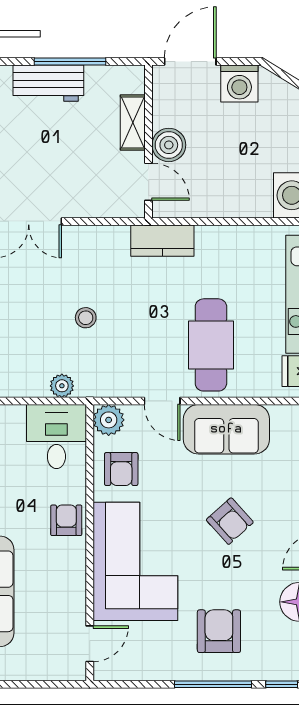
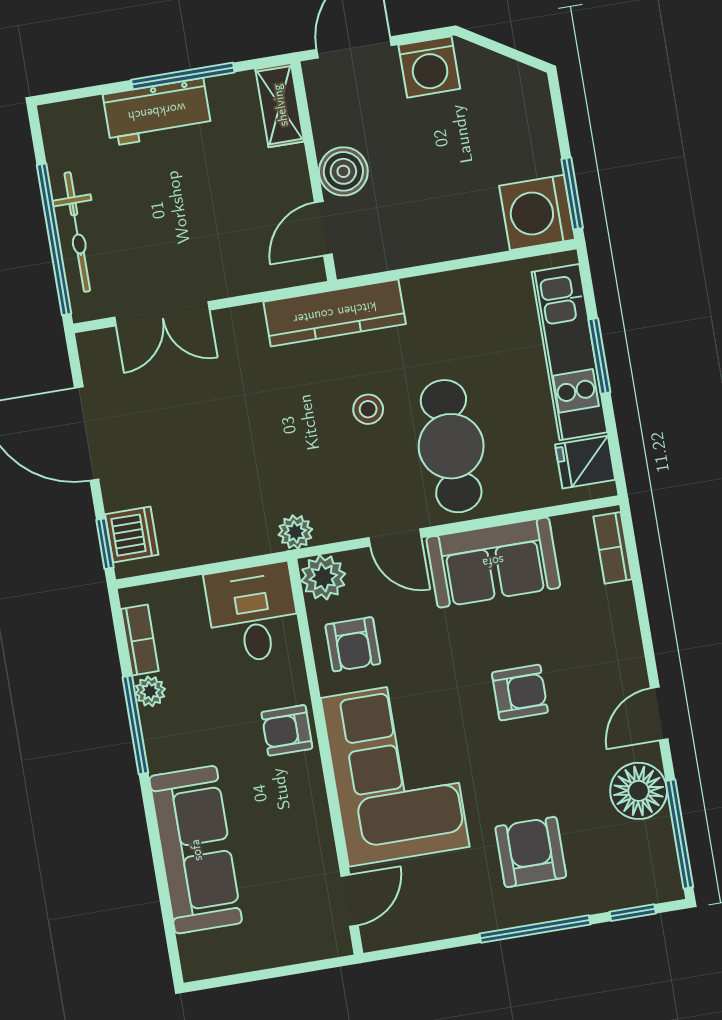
shelving: (133, 122) -> (280, 105), moved
door: (149, 182) -> (323, 228), swing flipped
kitchen counter: (162, 241) -> (335, 313), width x1.50
stool: (86, 318) -> (368, 409), moved
plant: (62, 386) -> (295, 532), moved
armchair: (66, 520) -> (287, 730), turned -90
armchair: (230, 521) -> (520, 693), turned -48

